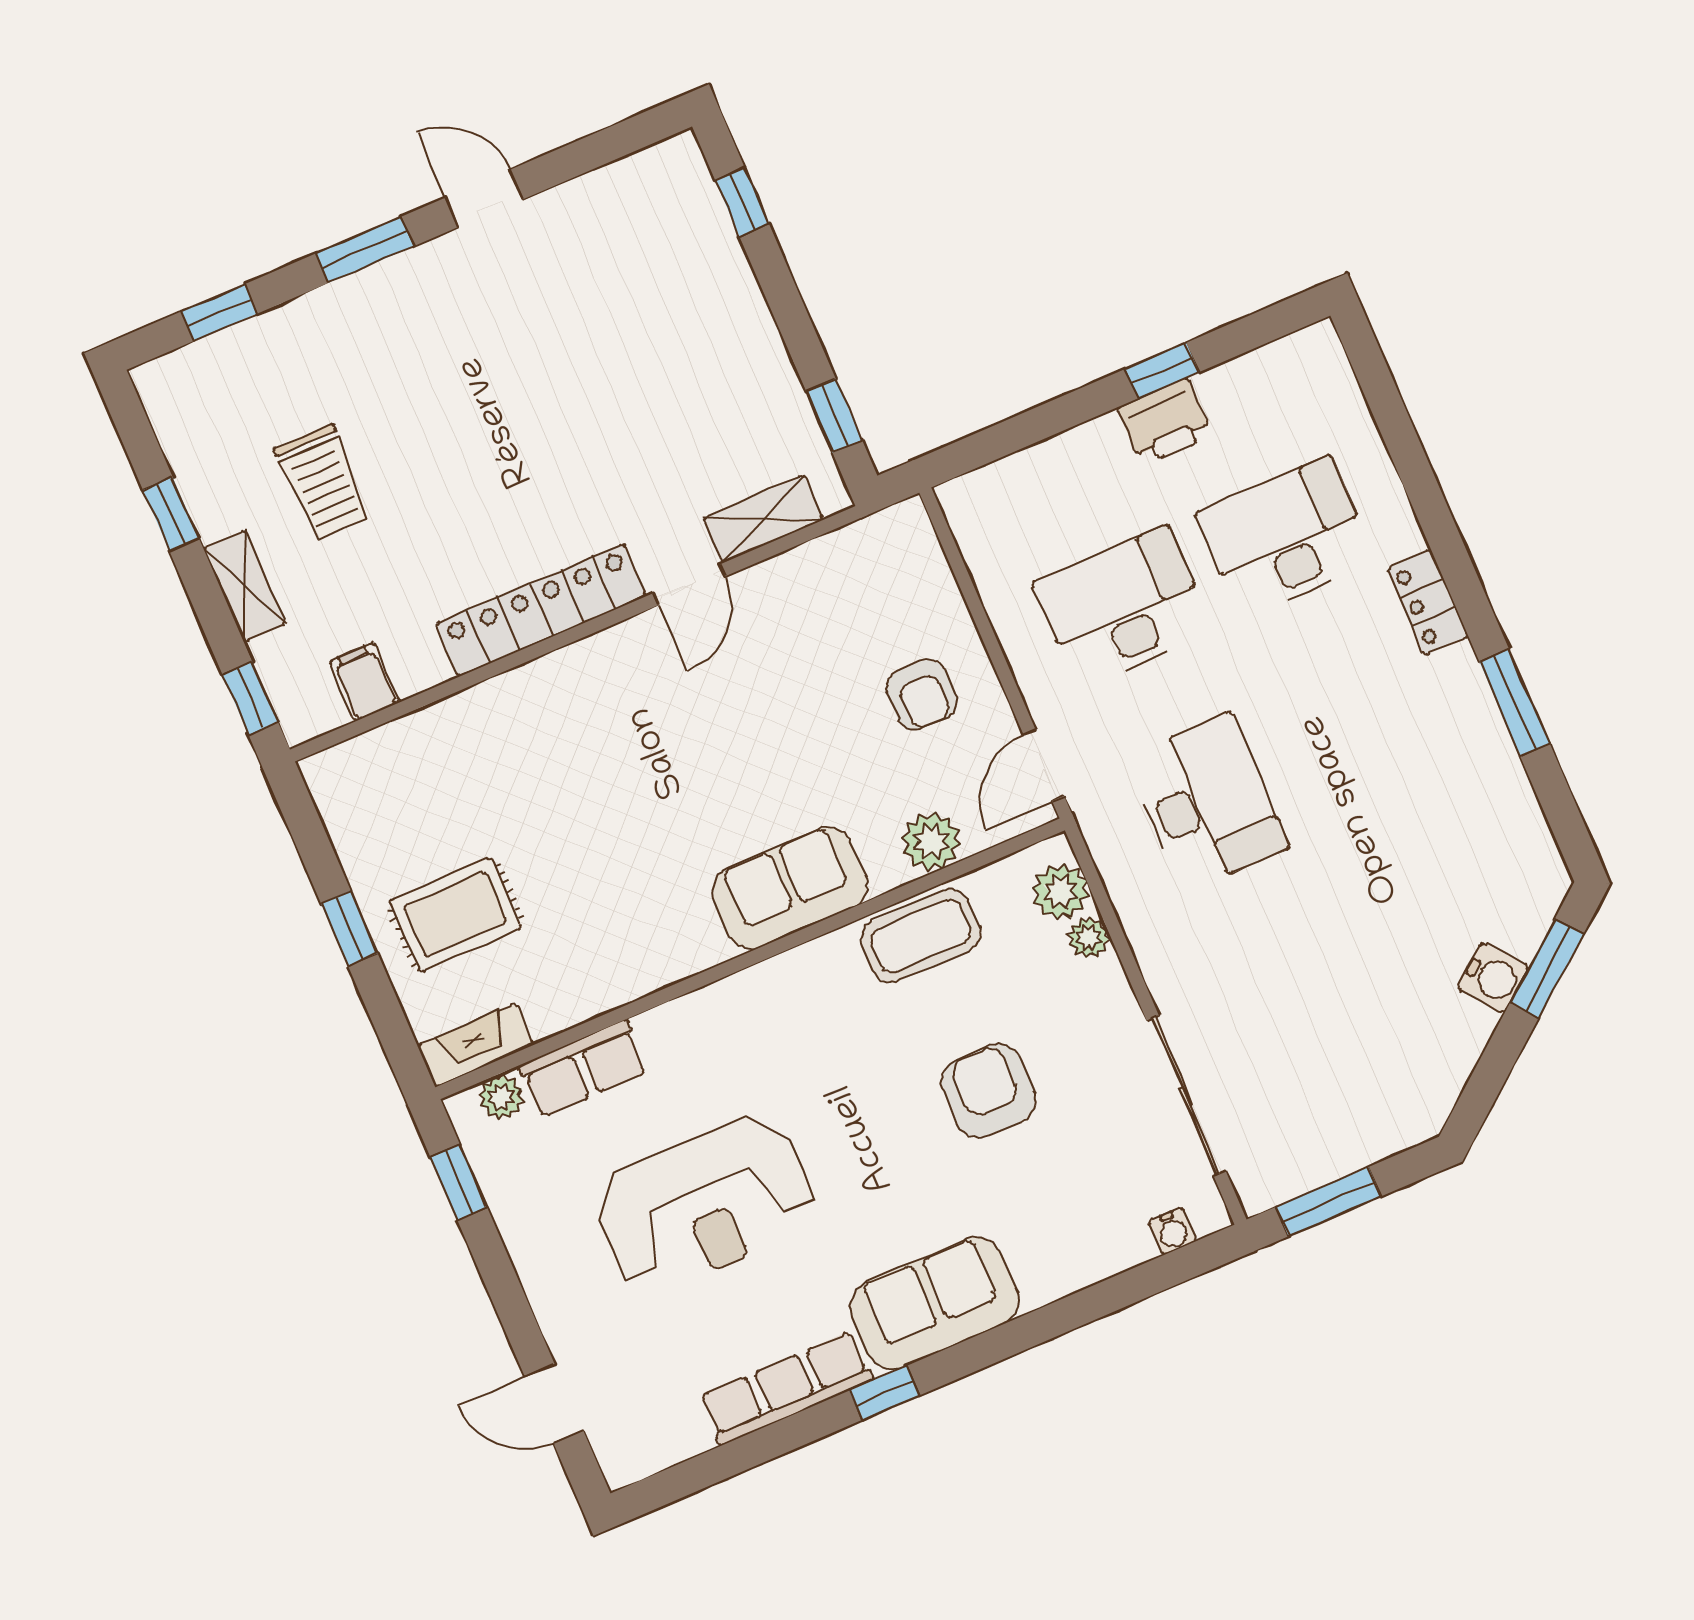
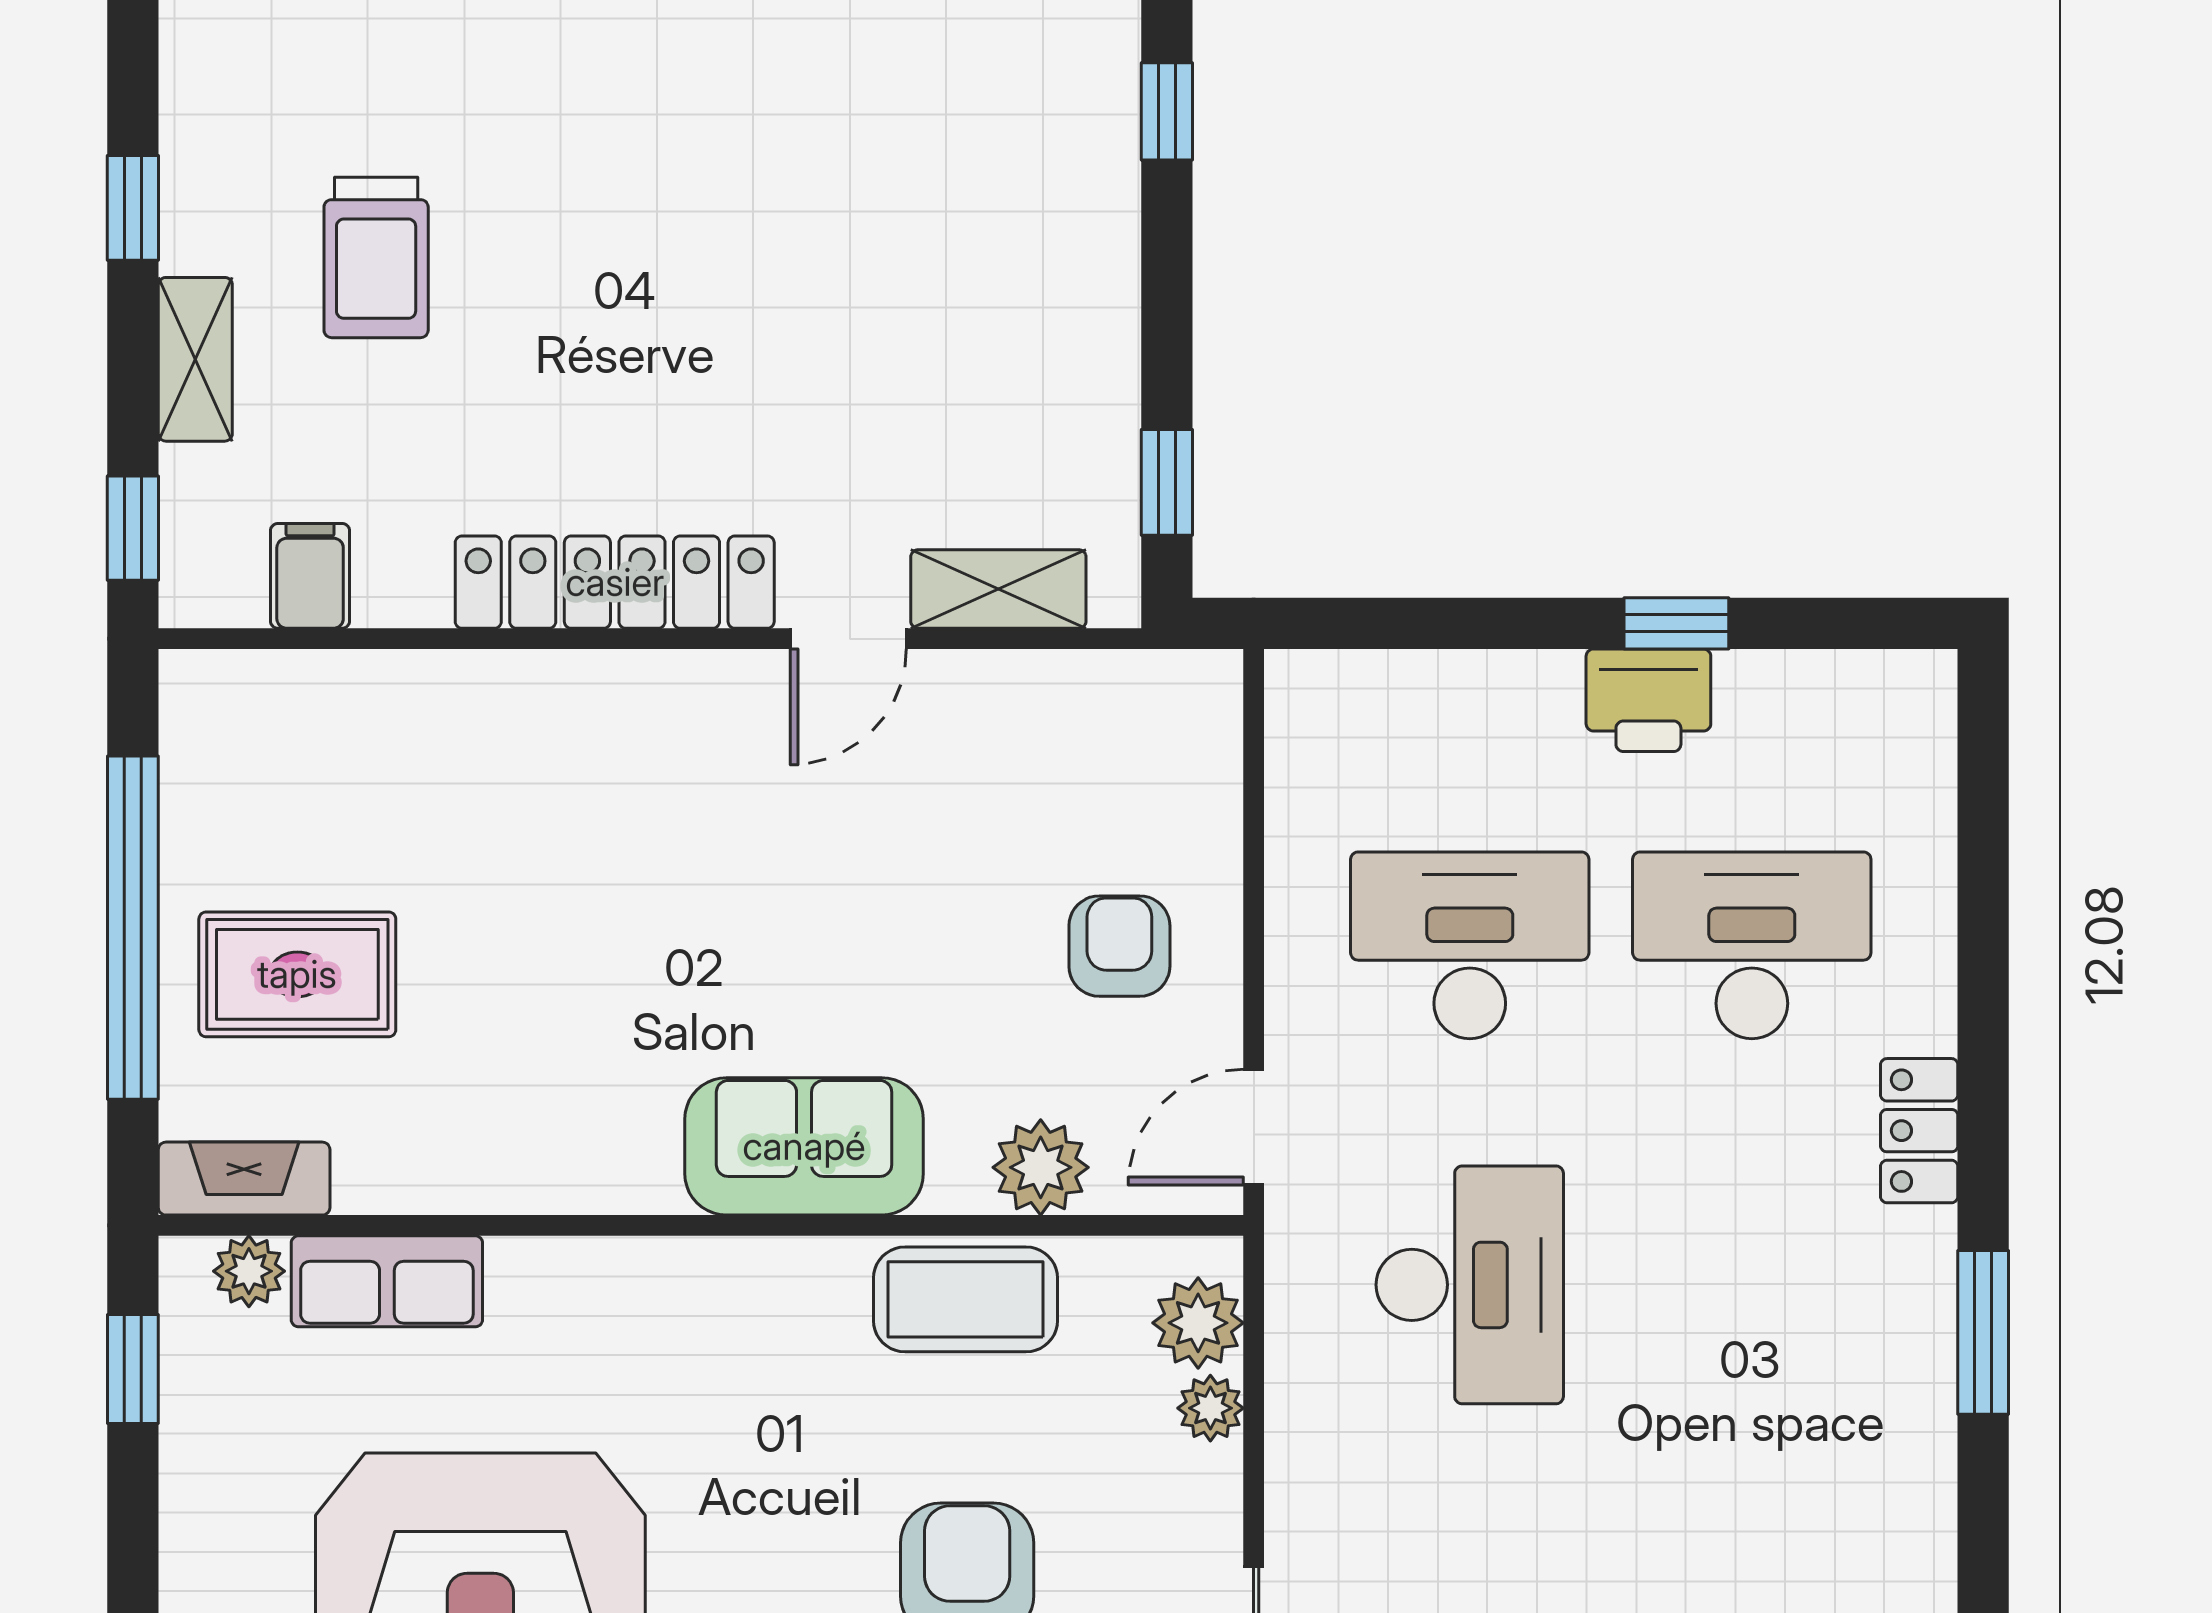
armchair: (922, 694) -> (1119, 946), turned 180
window: (349, 928) -> (133, 928), width x3.17

